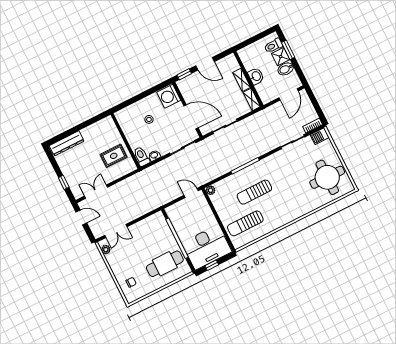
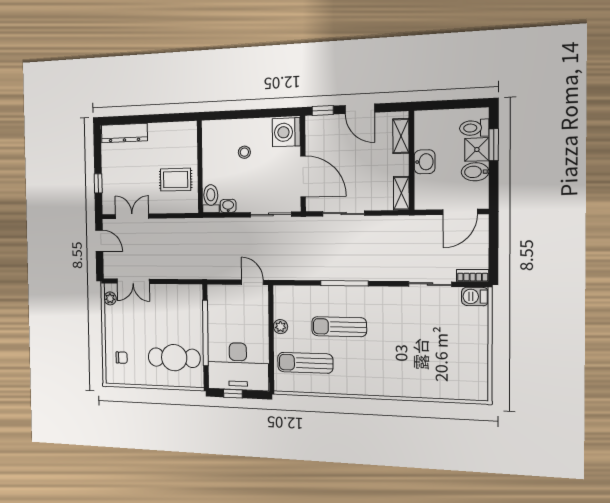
shelving: (242, 80) -> (401, 136), moved
round table: (327, 177) -> (455, 361), removed
plant: (211, 190) -> (281, 327), moved

